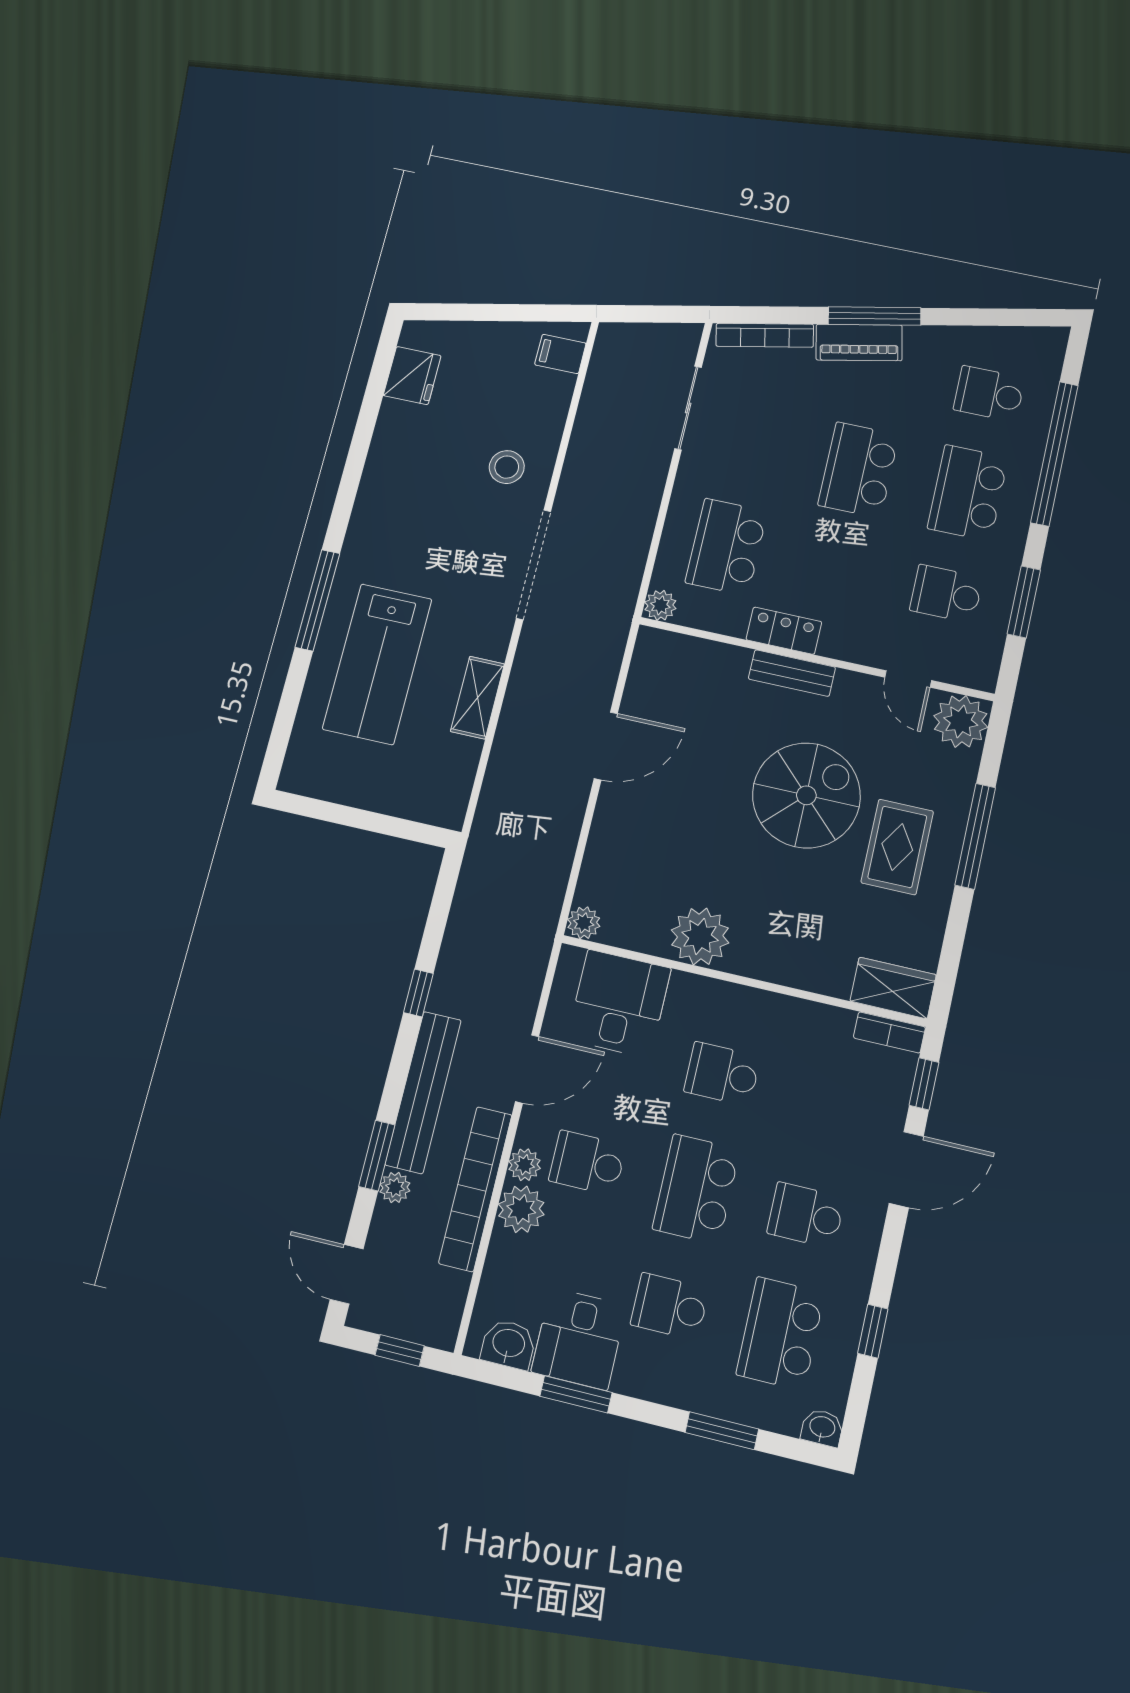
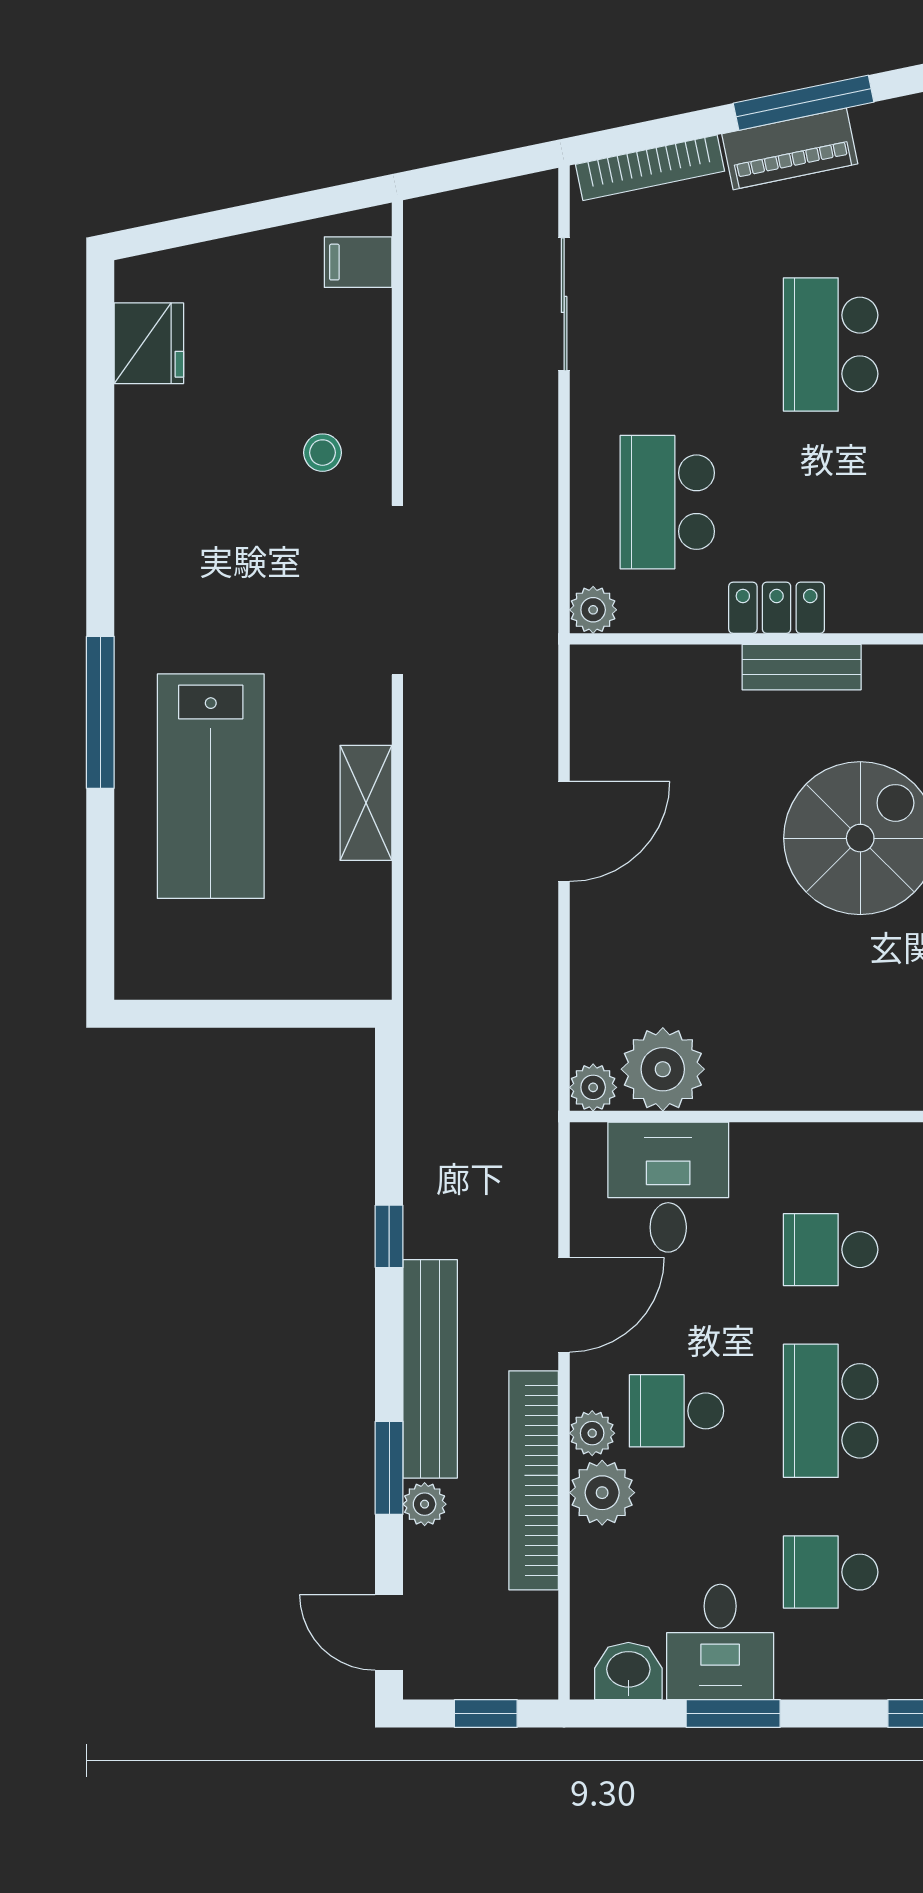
stool: (507, 467) -> (322, 453), width x0.73, depth x0.73
plant: (700, 936) -> (663, 1069), moved

